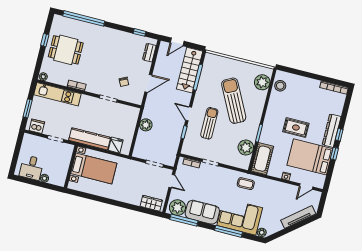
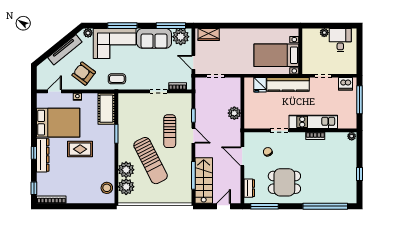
window: (140, 32) -> (265, 206), width x2.17
dining table: (66, 50) -> (284, 182), moved
door: (148, 83) -> (242, 156), hinge flipped
kitchen unit: (57, 94) -> (313, 122), moved
window: (28, 108) -> (360, 100), width x1.44
plant: (246, 148) -> (126, 170), moved
window: (334, 154) -> (34, 188), moved
armchair: (275, 196) -> (84, 74), added
tv unit: (298, 217) -> (65, 50), moved

